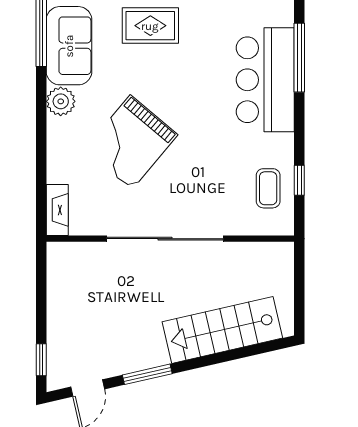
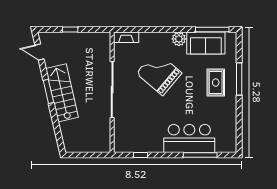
coffee table: (268, 188) -> (137, 140), removed
stairs: (222, 330) -> (62, 93), moved
window: (41, 360) -> (70, 29), moved
window: (147, 374) -> (48, 91), moved

